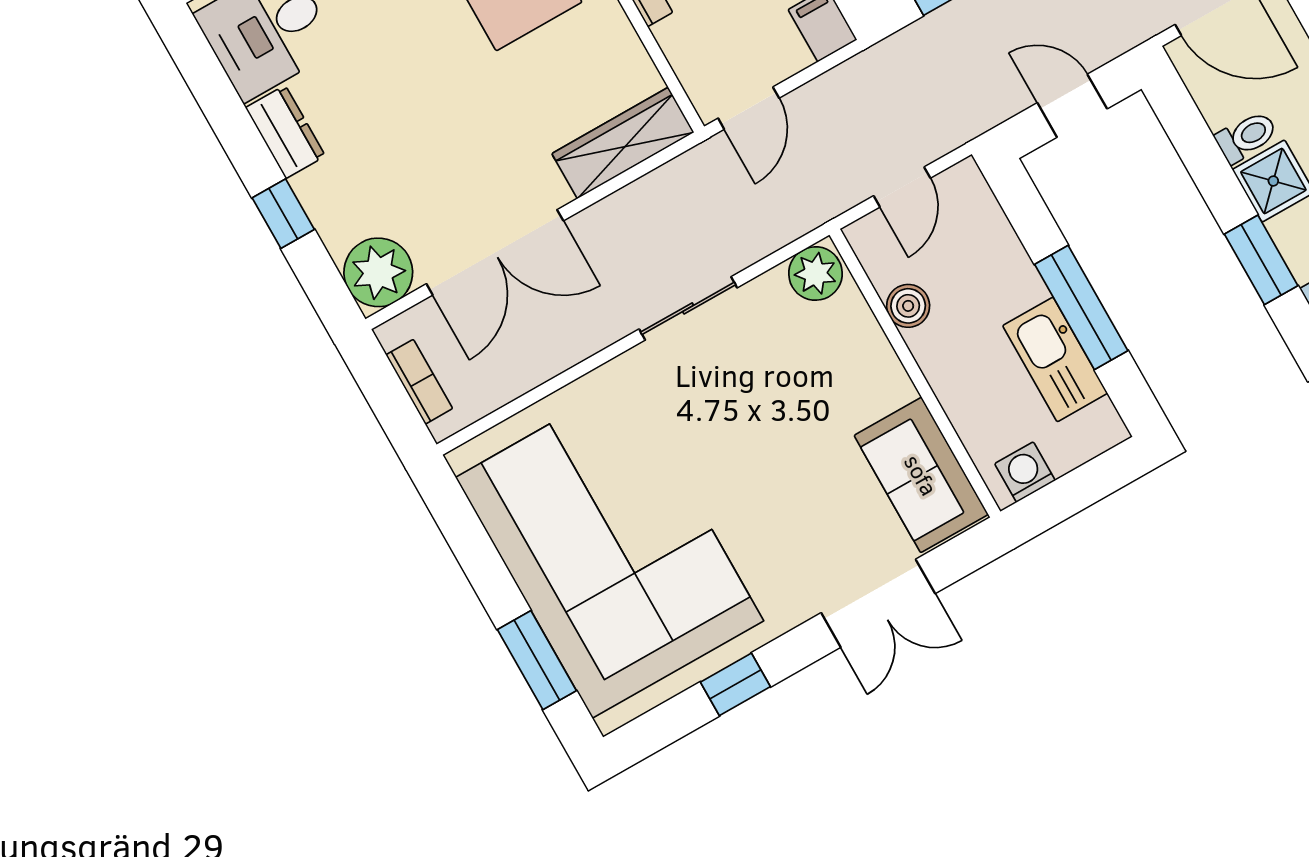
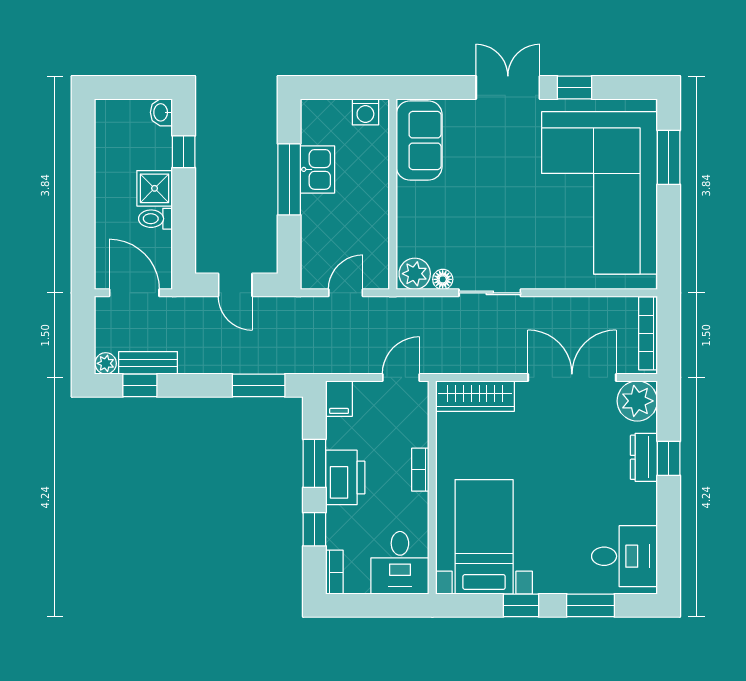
dresser: (285, 132) -> (644, 457), moved
window: (1261, 260) -> (184, 152), width x0.67
floor lamp: (769, 289) -> (443, 279), added
boiler: (908, 306) -> (377, 230), removed
kitchen sink: (1055, 359) -> (317, 169), width x0.73
bookcase: (419, 382) -> (648, 333), width x1.56
double door: (878, 603) -> (508, 87), moved

